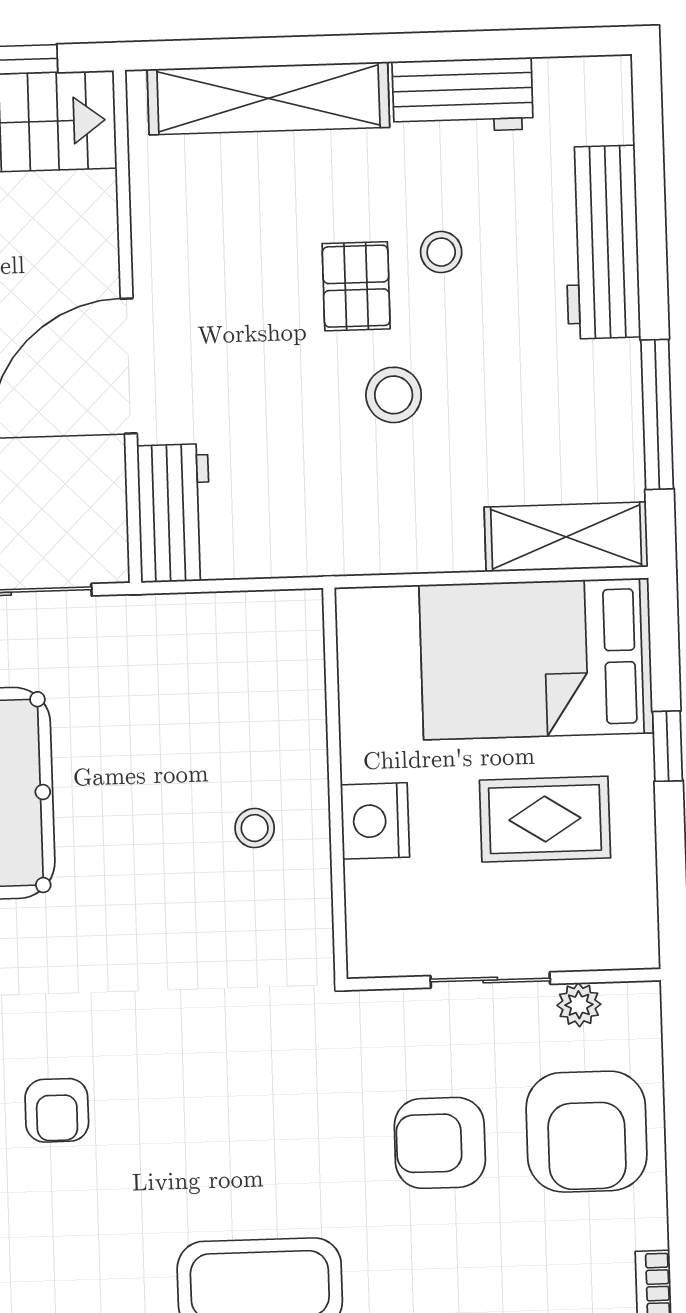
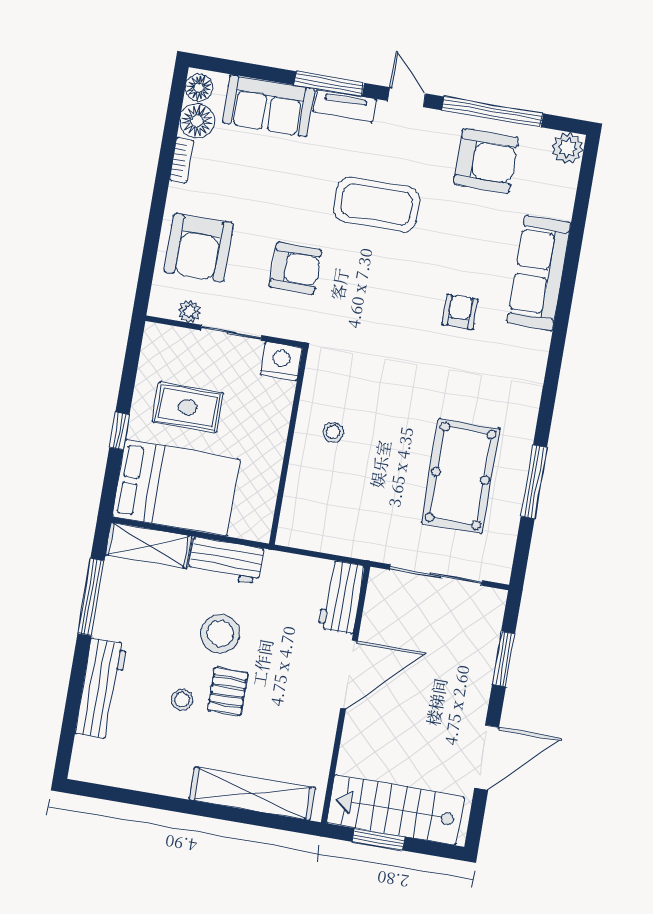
workbench: (463, 95) -> (226, 560), moved, turned 180
stool: (394, 395) -> (220, 634), width x1.38, depth x1.38
nightstand: (375, 821) -> (281, 361), moved, turned -90
armchair: (587, 1132) -> (199, 248), turned 180
armchair: (440, 1143) -> (295, 268), moved

